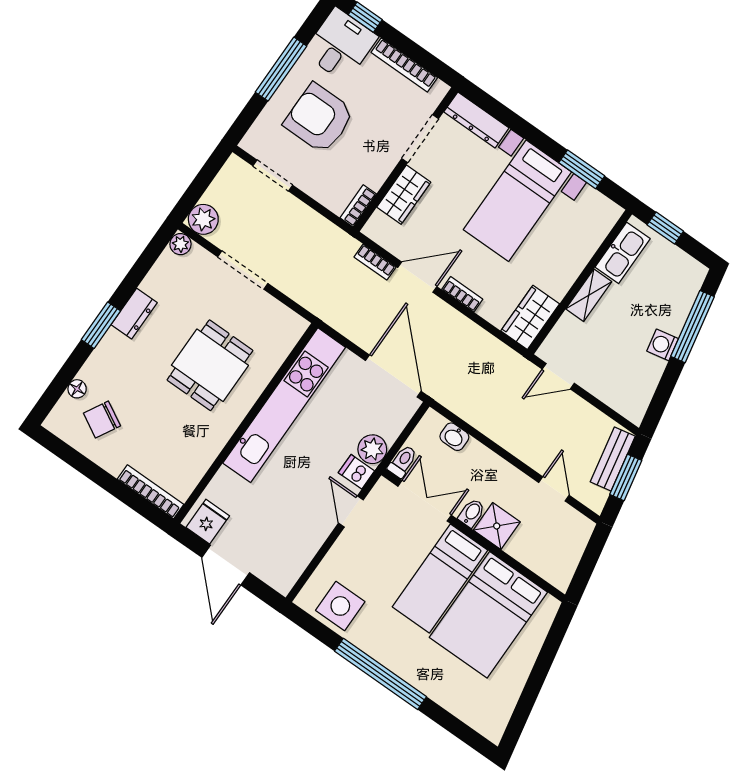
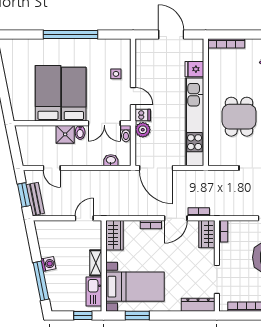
wardrobe: (404, 195) -> (207, 234), moved
bed with nightstands: (517, 201) -> (135, 287), moved, turned 90
fridge: (208, 522) -> (194, 69), moved, turned 90
side table: (340, 606) -> (116, 74), moved, width x0.54, depth x0.54
bed: (488, 615) -> (48, 93), width x0.67

